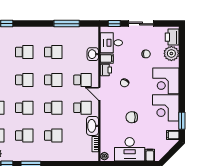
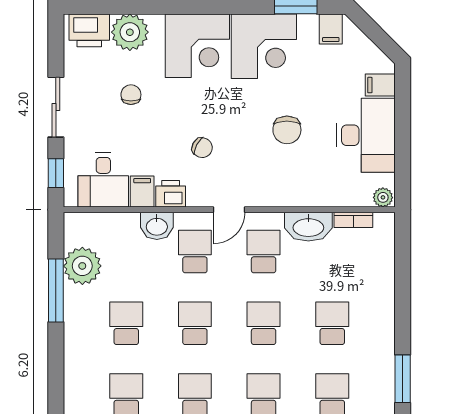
plant: (77, 34) -> (82, 266), added
washbasin: (93, 54) -> (157, 226), moved

